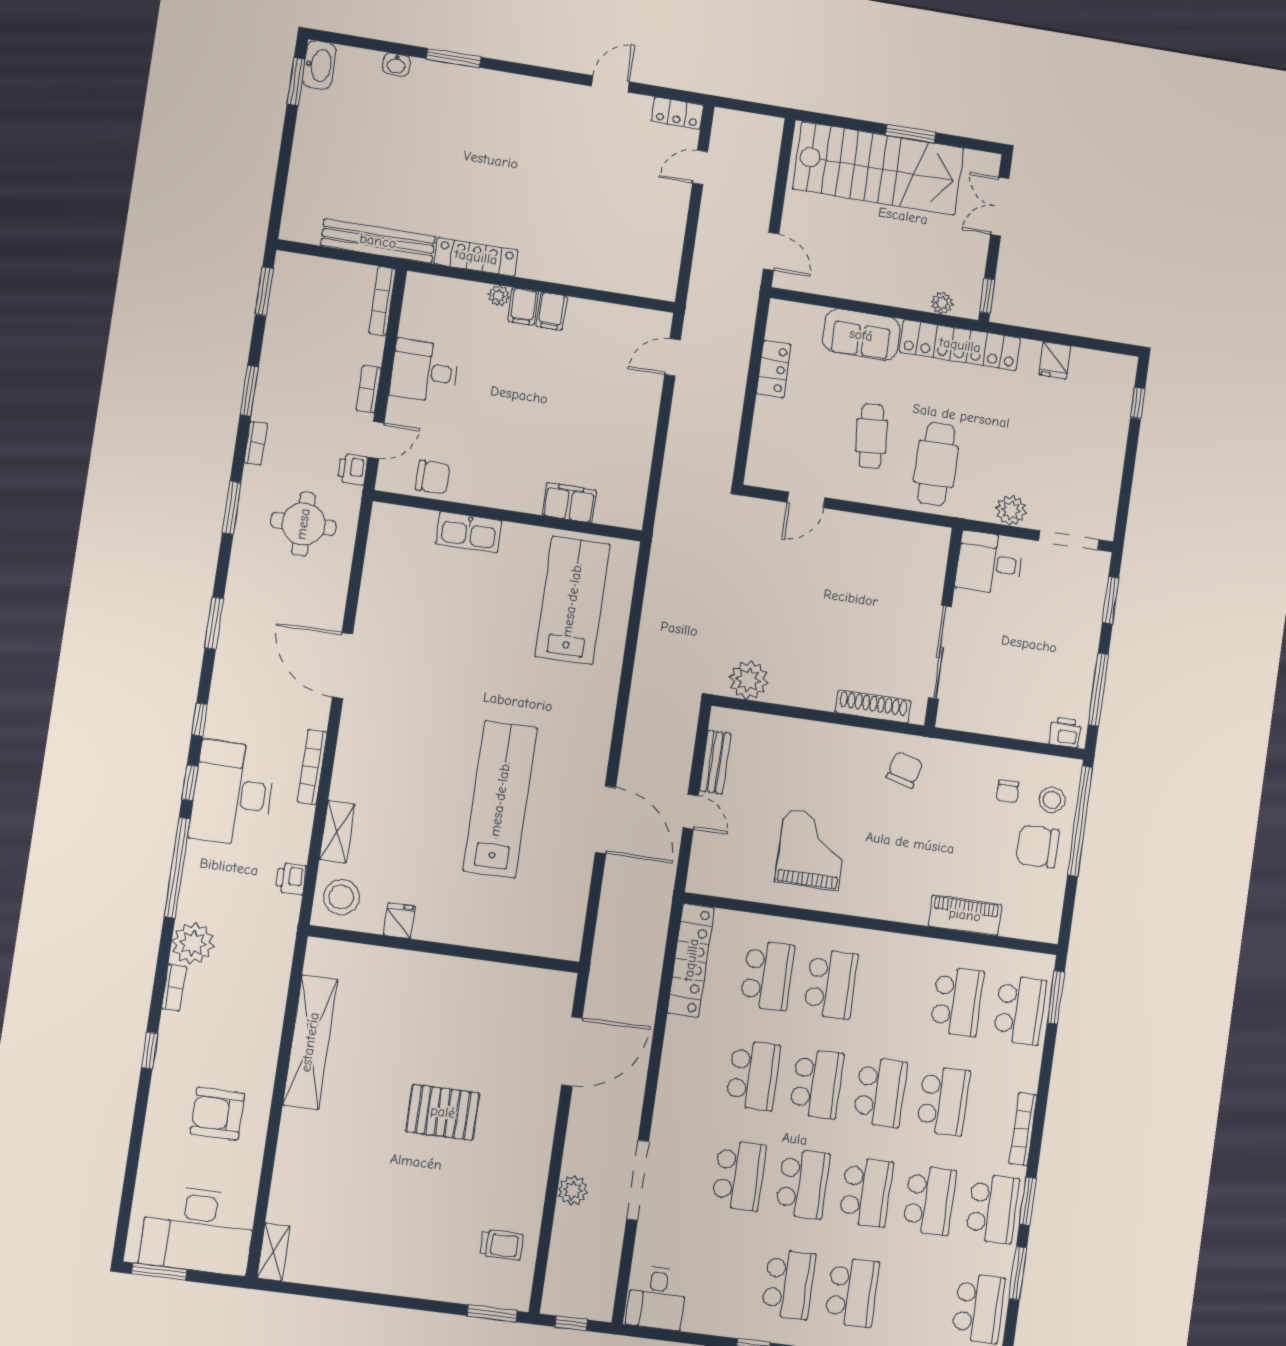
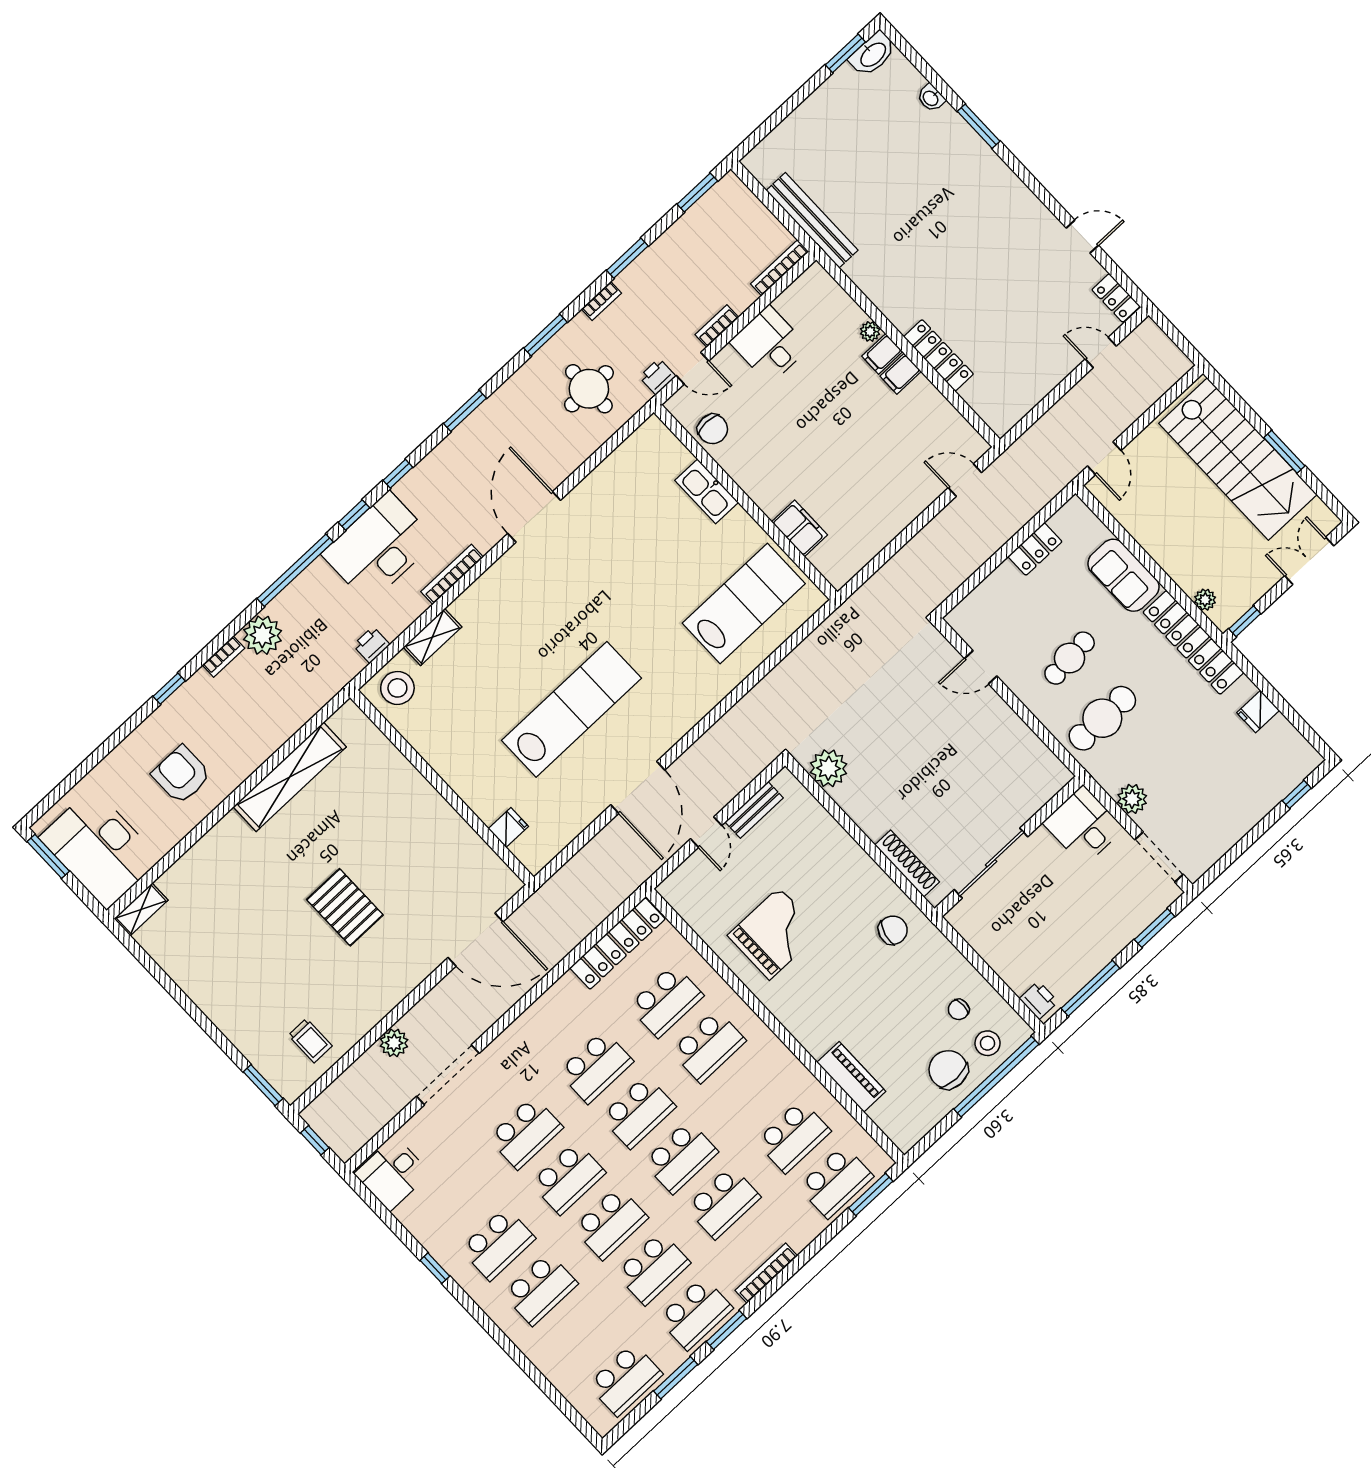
locker: (476, 257) -> (938, 355), moved
fridge: (399, 921) -> (508, 828), moved

